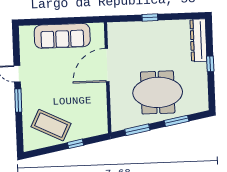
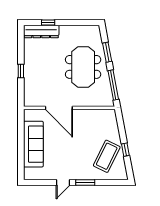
window: (210, 64) -> (48, 23), moved
window: (137, 130) -> (113, 85), width x1.44
window: (75, 144) -> (125, 150), moved

